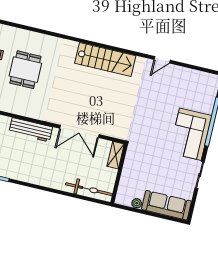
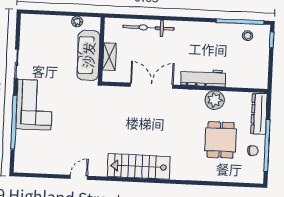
plant: (24, 107) -> (215, 100), added
shelving: (116, 155) -> (109, 57), moved
bicycle: (89, 189) -> (148, 28), moved
sofa: (166, 205) -> (88, 55), moved, turned 90

